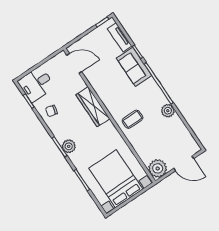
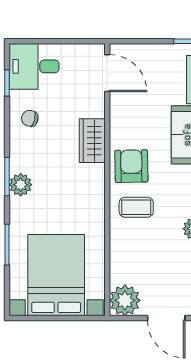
armchair: (117, 101) -> (131, 166), added
wardrobe: (93, 107) -> (92, 141), width x0.67

